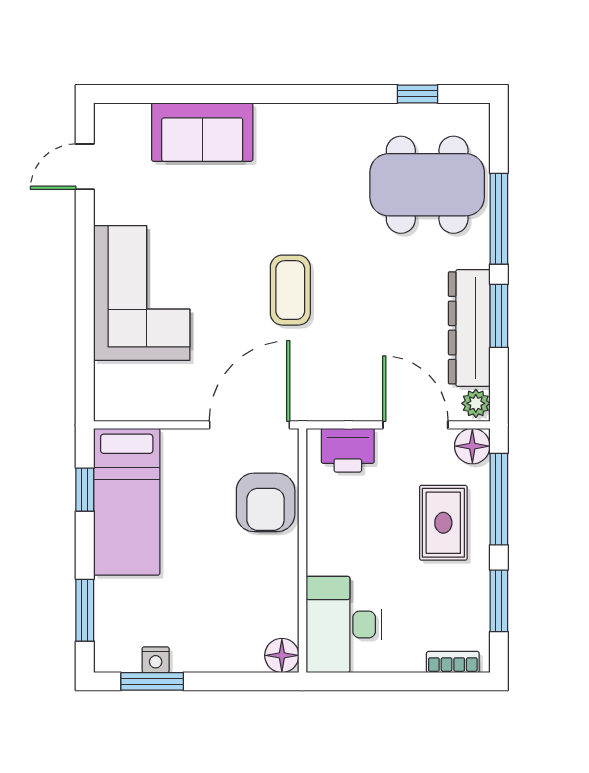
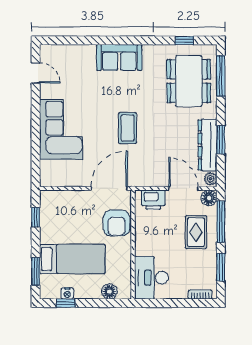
sofa: (202, 132) -> (119, 57), moved
door: (85, 167) -> (36, 73), swing flipped
dining table: (427, 185) -> (189, 81), turned 90
window: (499, 219) -> (221, 76), moved
bed: (127, 502) -> (72, 259), moved, turned -90
floor lamp: (282, 655) -> (109, 292), moved
window: (152, 681) -> (66, 303), width x0.67

